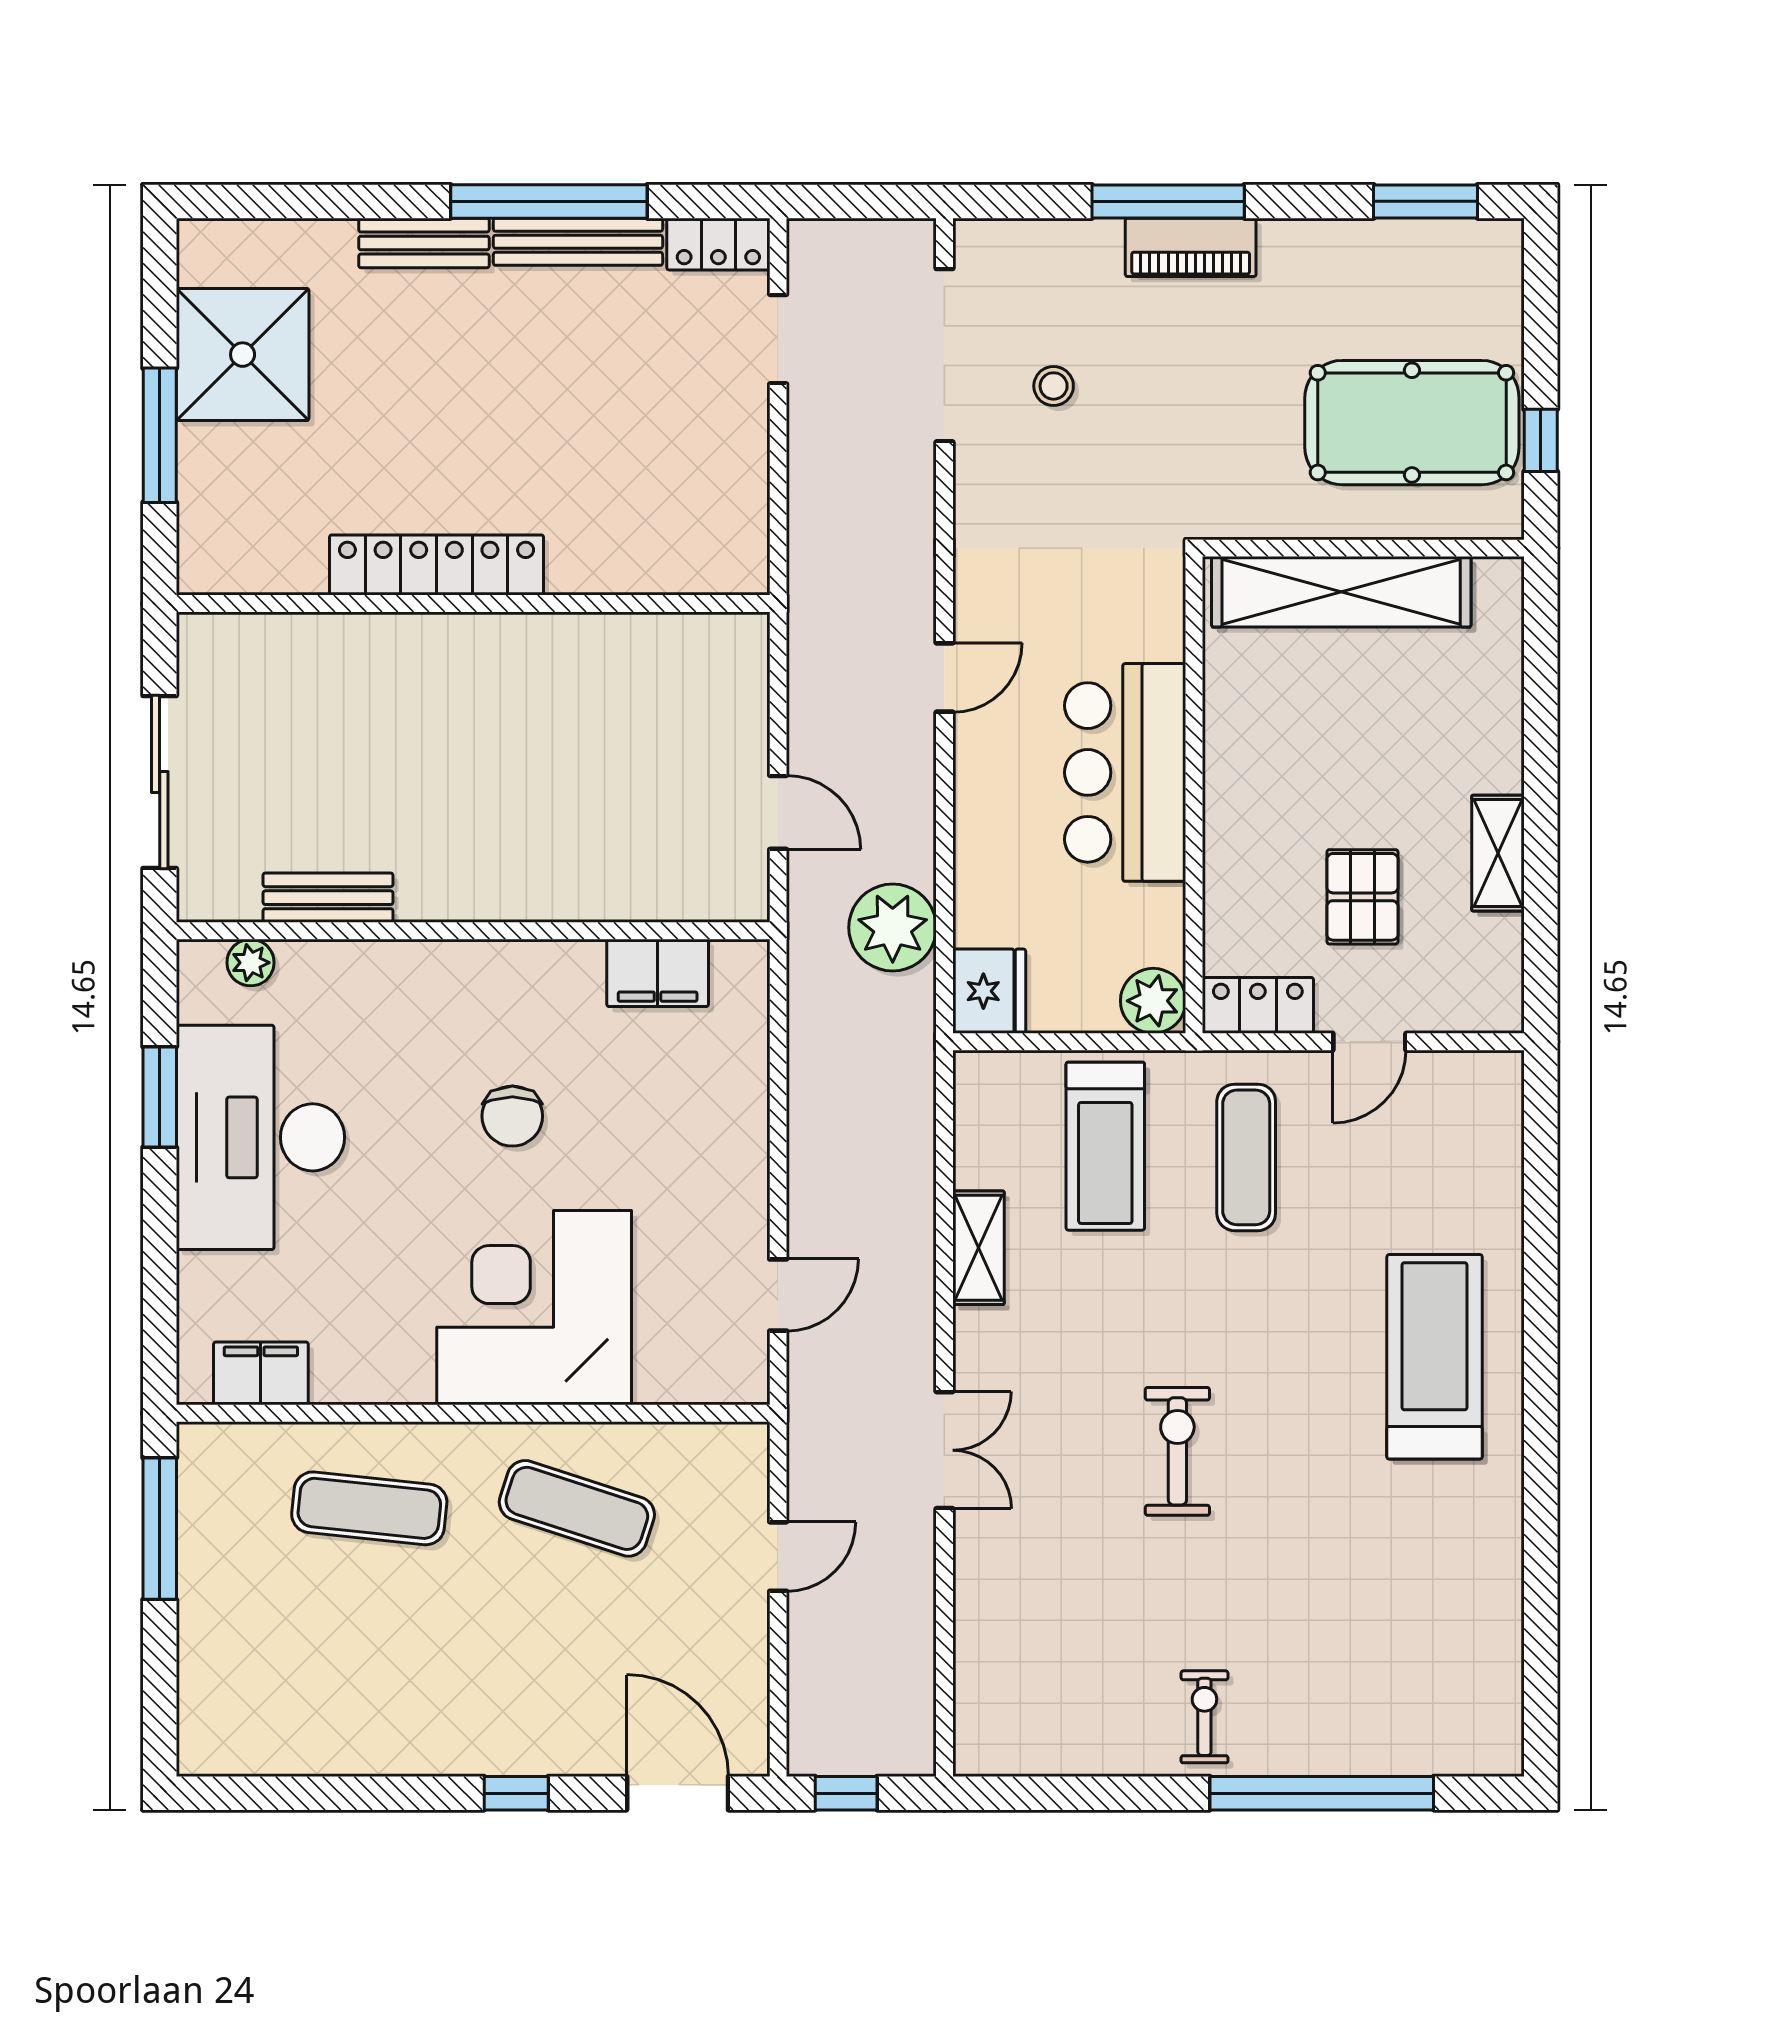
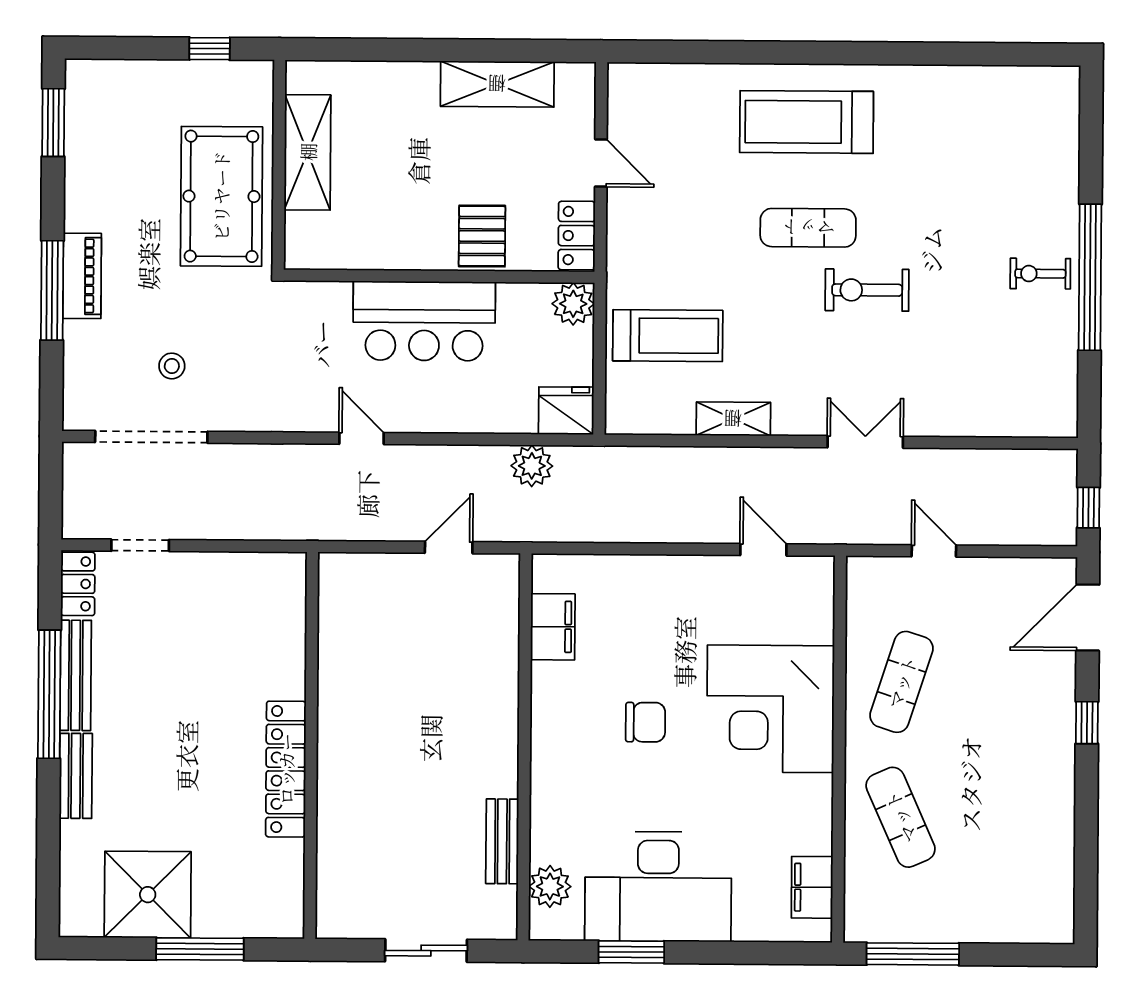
pool table: (1412, 423) -> (221, 196), moved
shelving: (1341, 592) -> (308, 152), width x0.68
sliding door: (160, 782) -> (426, 951), width x0.73
shelving: (1498, 853) -> (497, 84), width x1.50, depth x1.33
pallet: (1362, 897) -> (482, 236), moved, turned 90
plant: (893, 928) -> (532, 466), width x0.73, depth x0.73
plant: (251, 963) -> (550, 886), width x1.38, depth x1.38
exercise mat: (1246, 1157) -> (808, 228), moved
exercise mat: (369, 1508) -> (901, 817), turned -30
window: (1322, 1793) -> (1090, 277), moved

